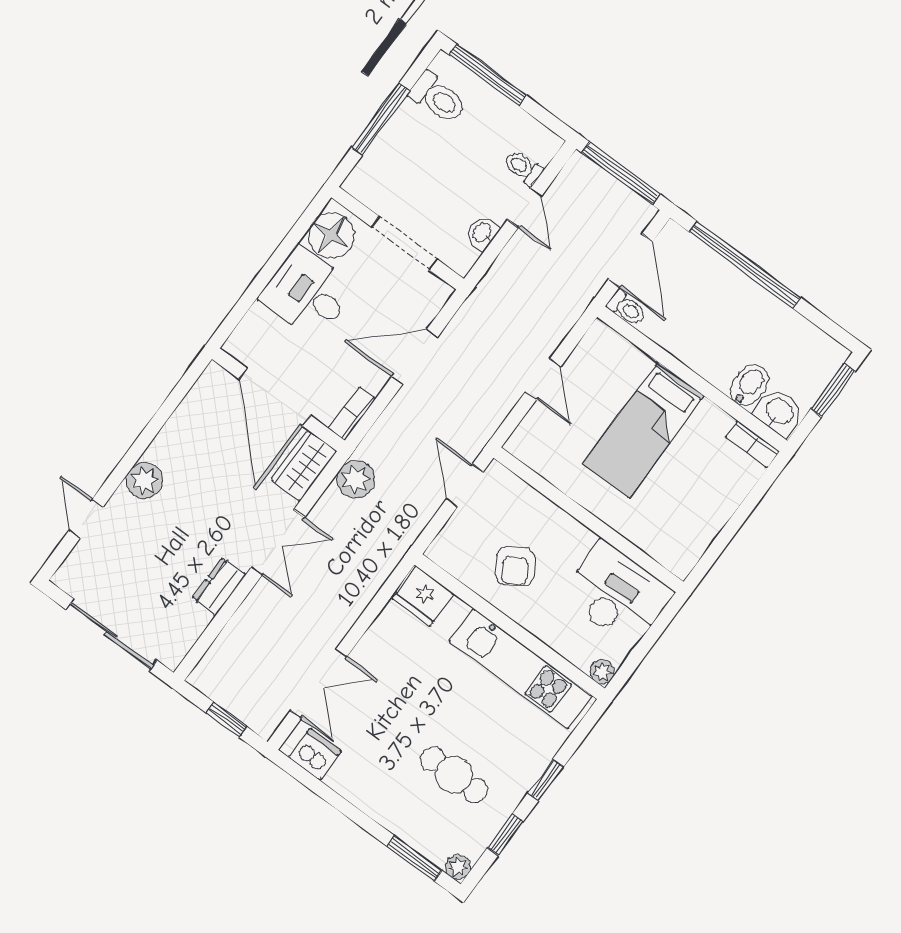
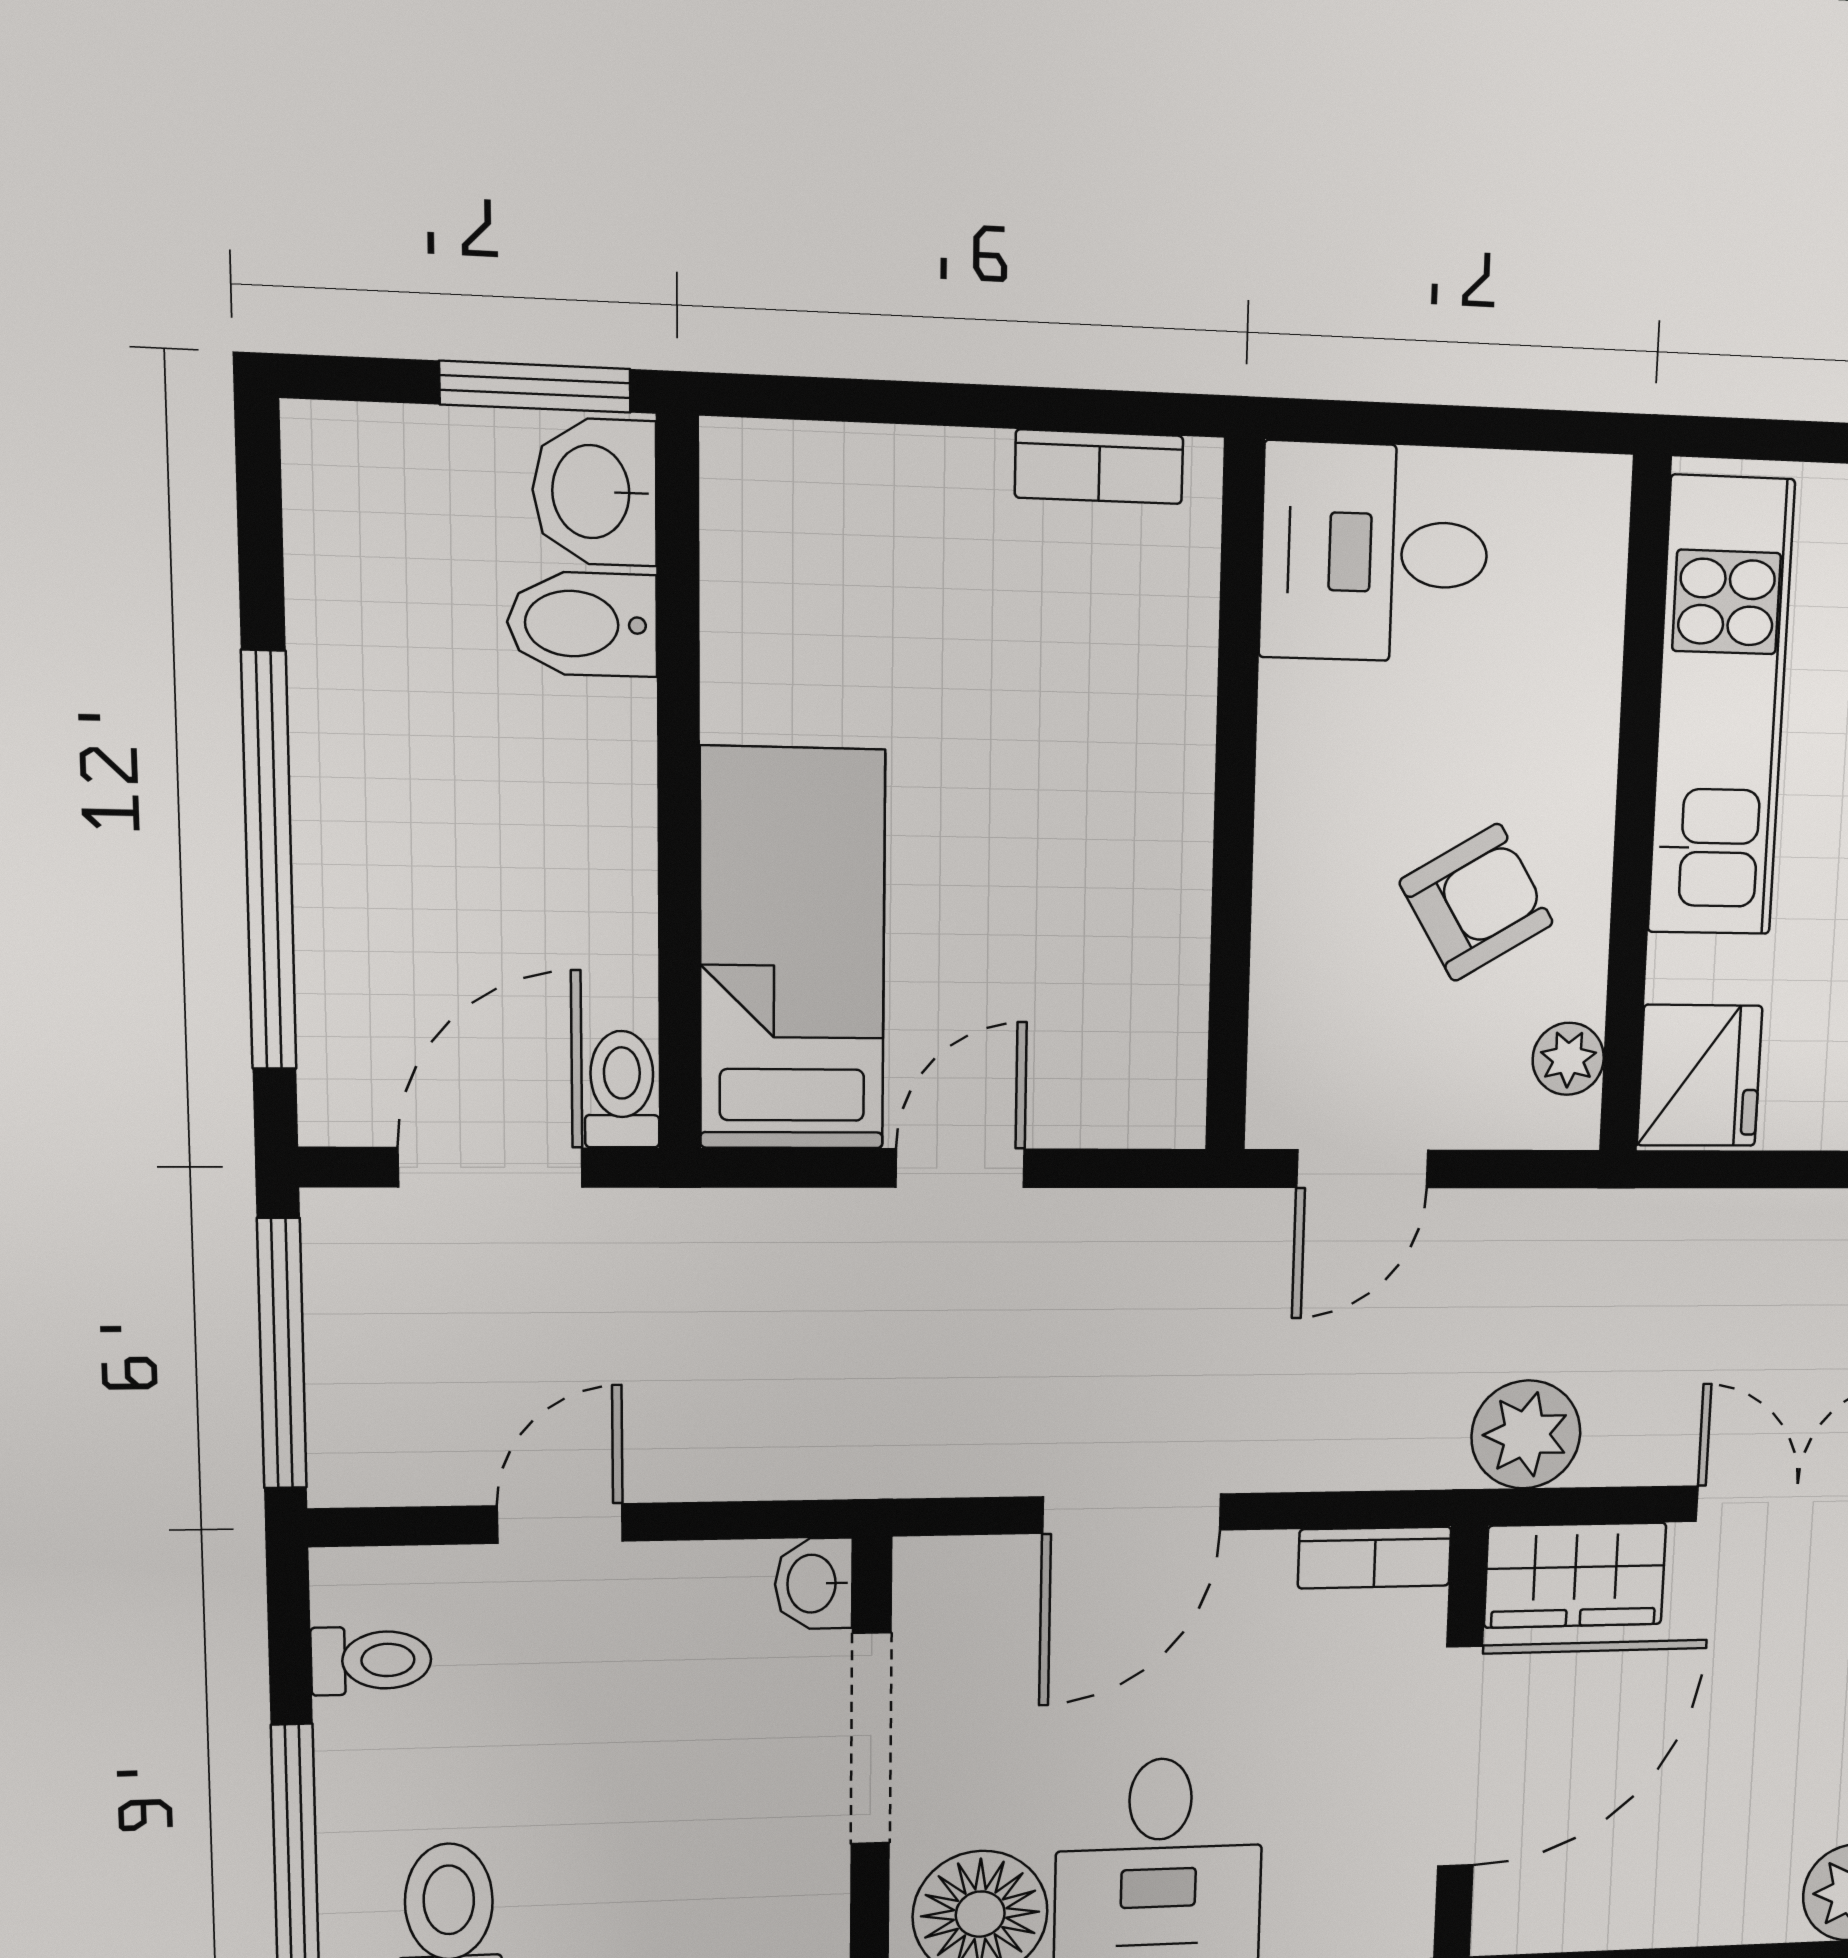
toilet: (523, 168) -> (371, 1660), moved, turned -90
washbasin: (483, 233) -> (814, 1584), moved, turned 90
door: (415, 357) -> (1132, 1514), hinge flipped
window: (833, 390) -> (535, 387), moved
bed: (644, 430) -> (792, 950), moved, turned -90
bookcase: (752, 444) -> (1099, 467), moved, turned 90
desk: (617, 594) -> (1375, 553), width x0.73
plant: (602, 672) -> (1568, 1059), moved

